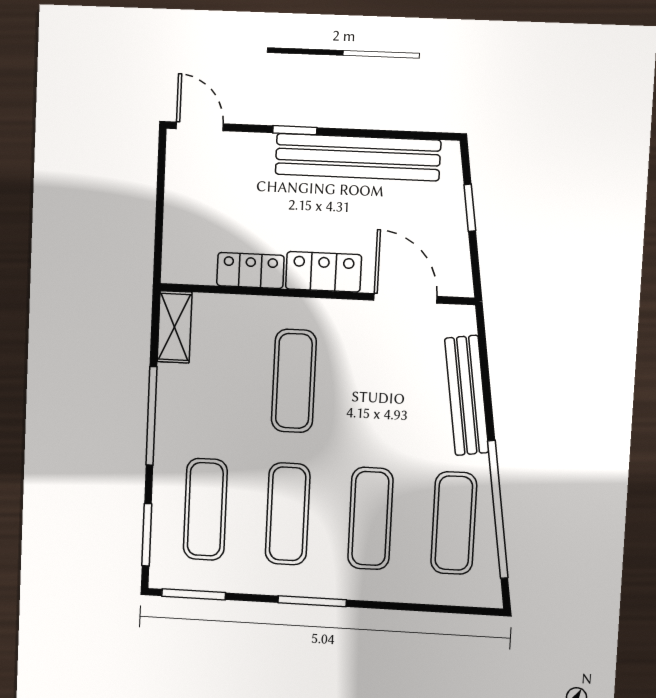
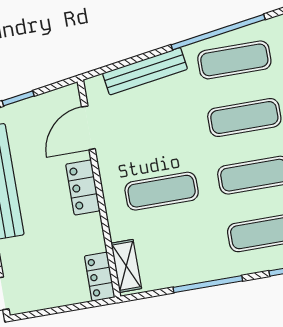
locker: (250, 270) -> (100, 277), moved
shelving: (175, 327) -> (126, 266), moved, turned 90

